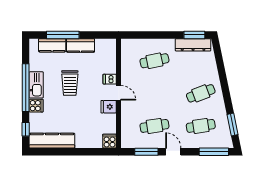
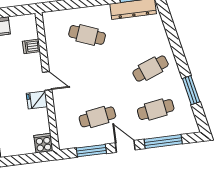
cafe table: (154, 61) -> (87, 35), turned 33
dishwasher: (110, 79) -> (31, 46), moved
window: (232, 124) -> (191, 90), moved
window: (214, 152) -> (163, 142), moved

